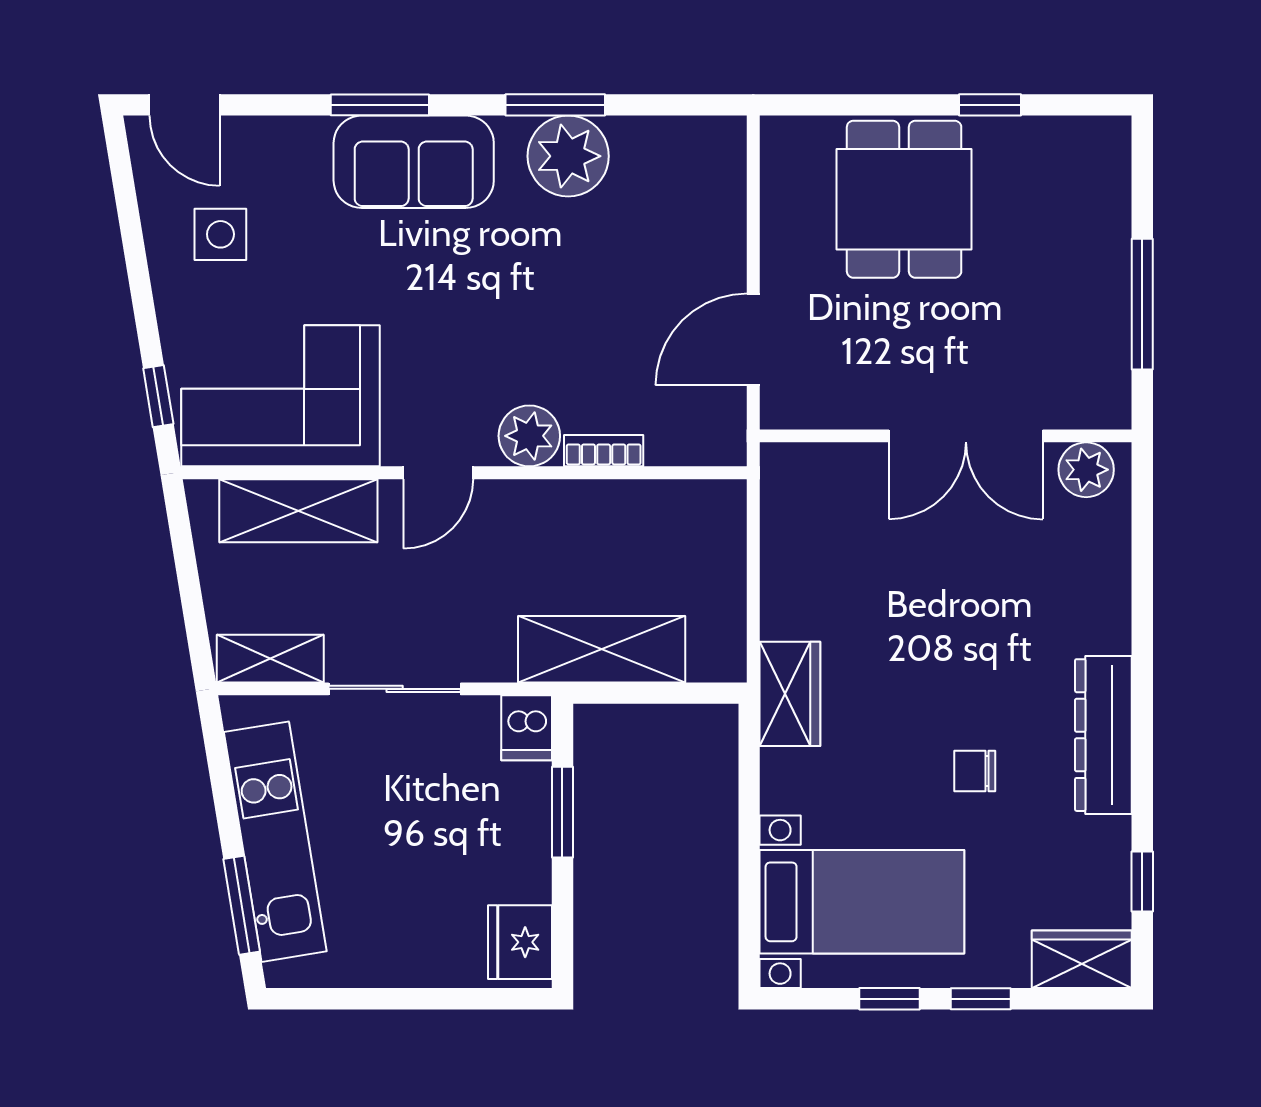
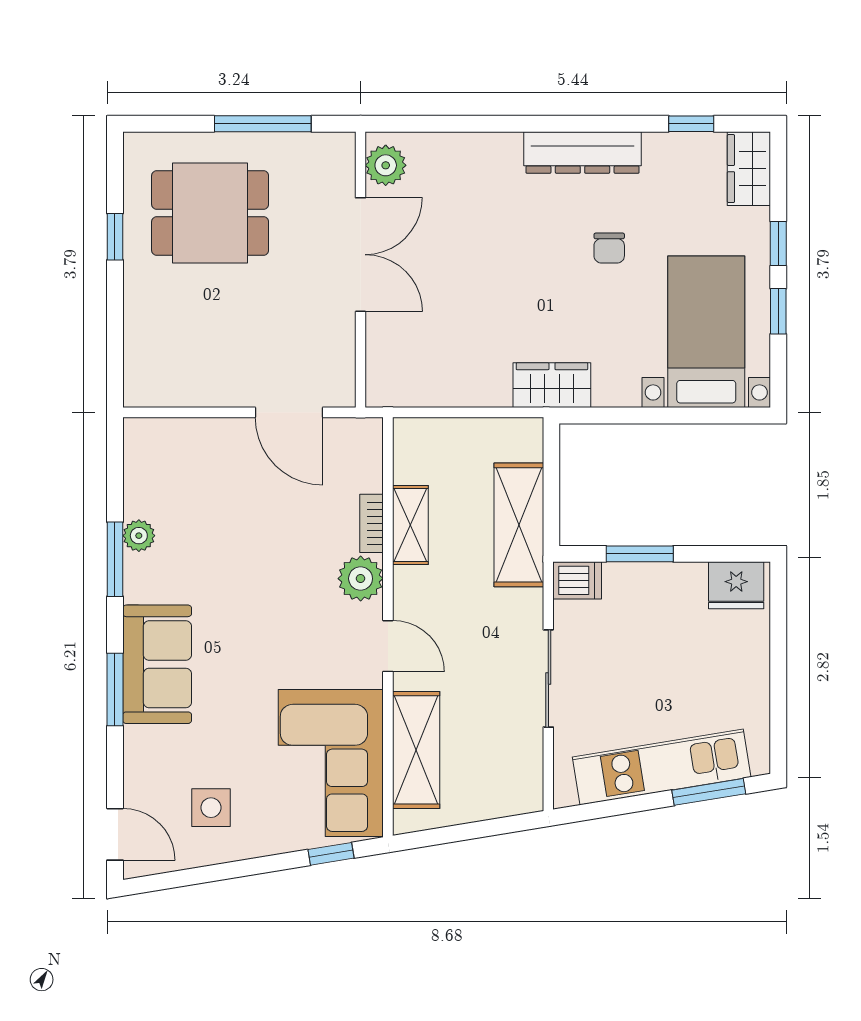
door: (185, 105) -> (115, 834), hinge flipped
plant: (568, 156) -> (139, 536), width x0.53, depth x0.53
dining table: (904, 199) -> (210, 213), moved
shelving: (270, 659) -> (410, 525), moved

